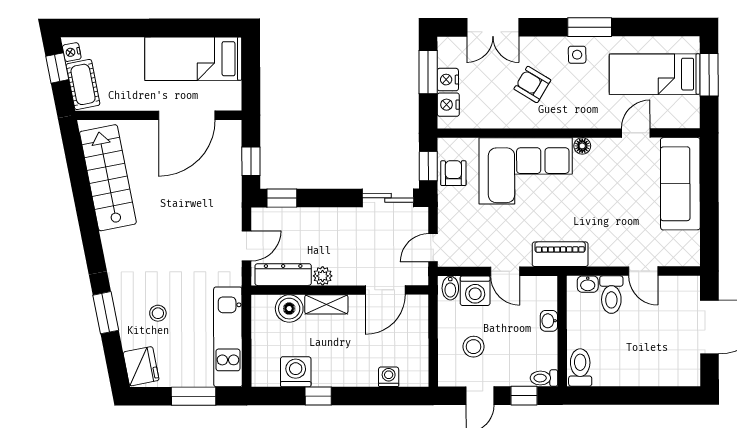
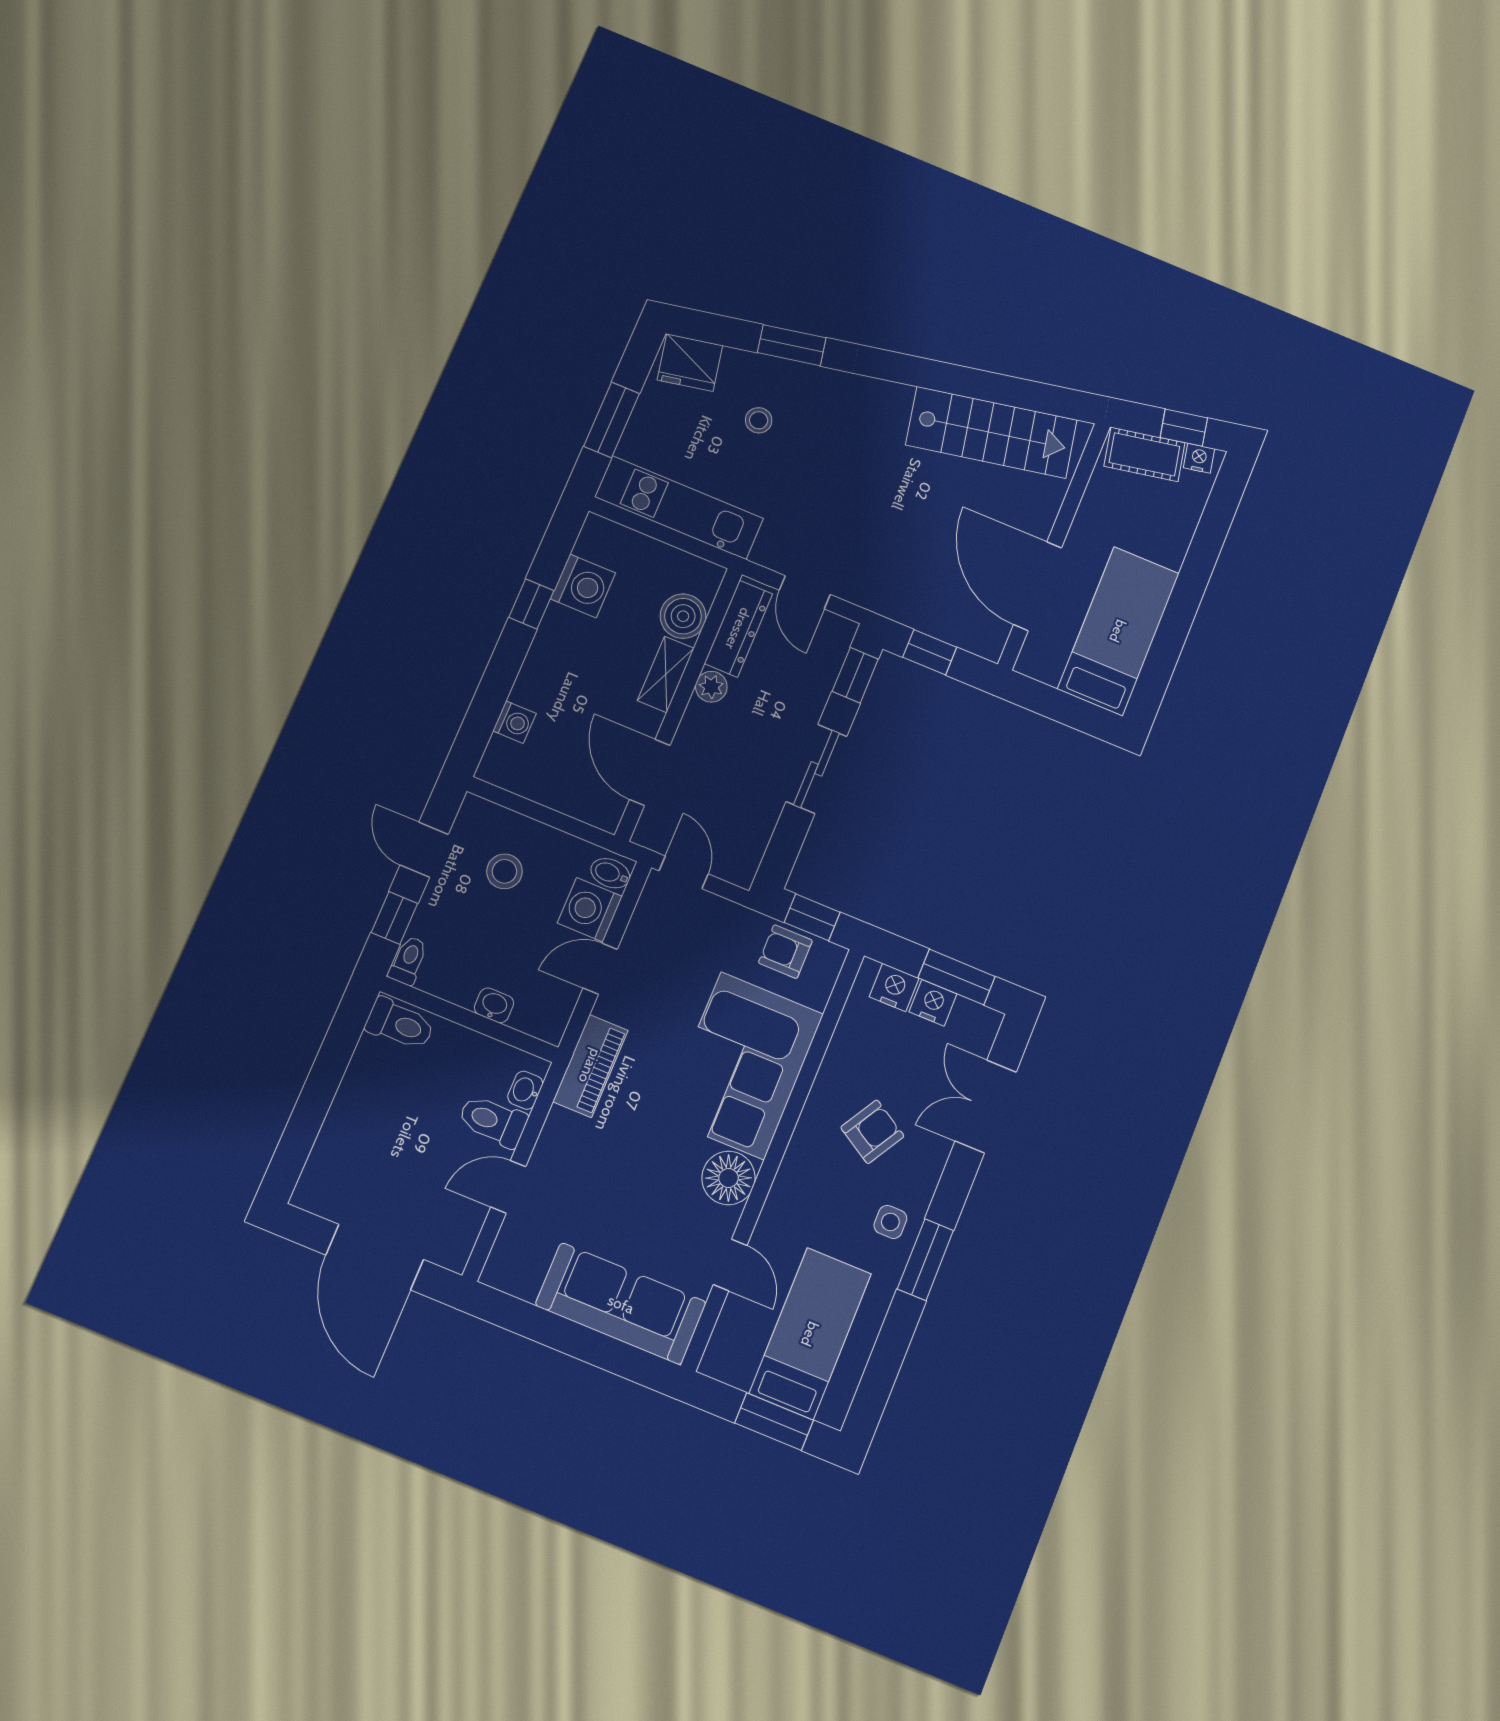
floor lamp: (582, 146) -> (729, 1178), width x1.89, depth x1.89
armchair: (453, 173) -> (785, 952), turned 180
sliding door: (388, 198) -> (816, 769), moved

